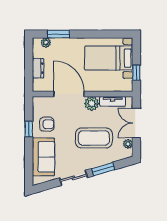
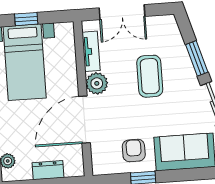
window: (136, 73) -> (26, 19), moved
coffee table: (94, 138) -> (150, 76), width x0.73, depth x0.76
plant: (128, 144) -> (155, 23), removed

